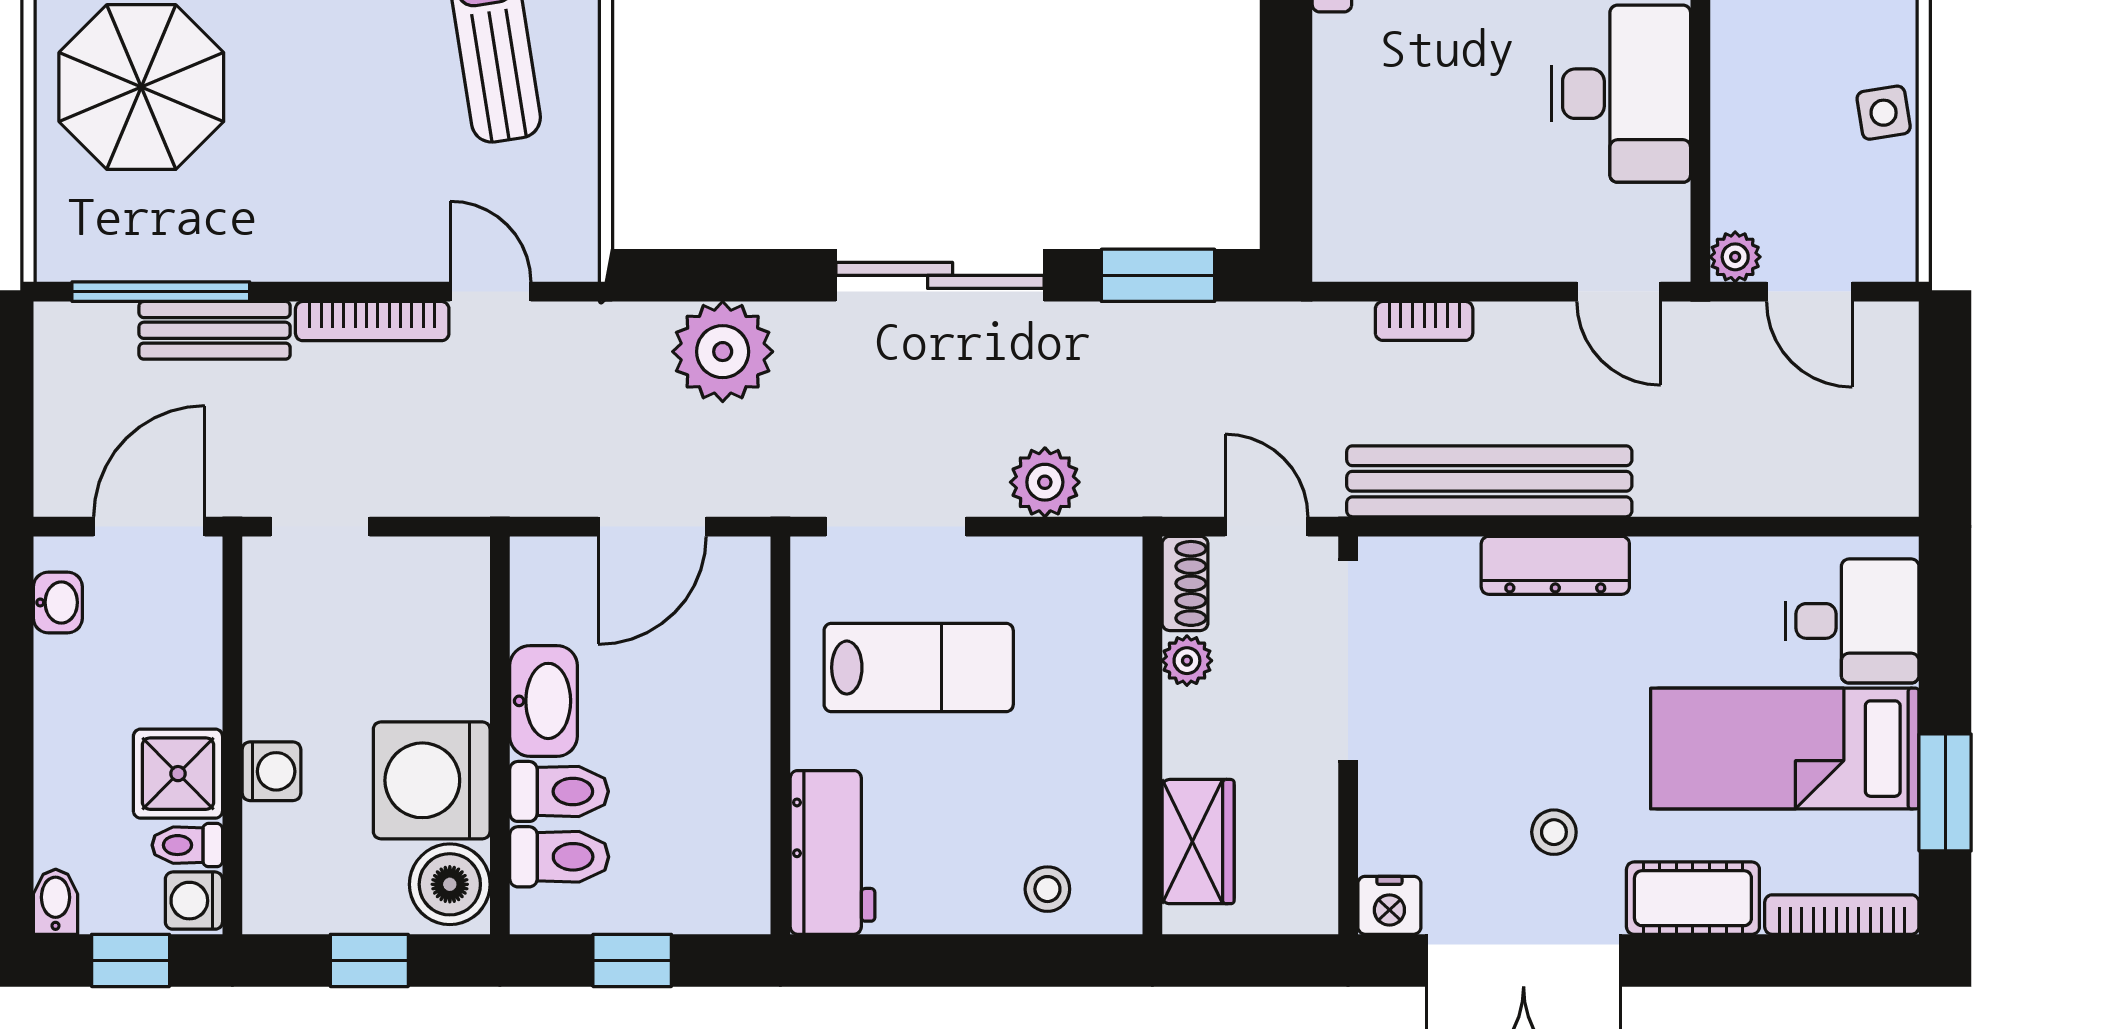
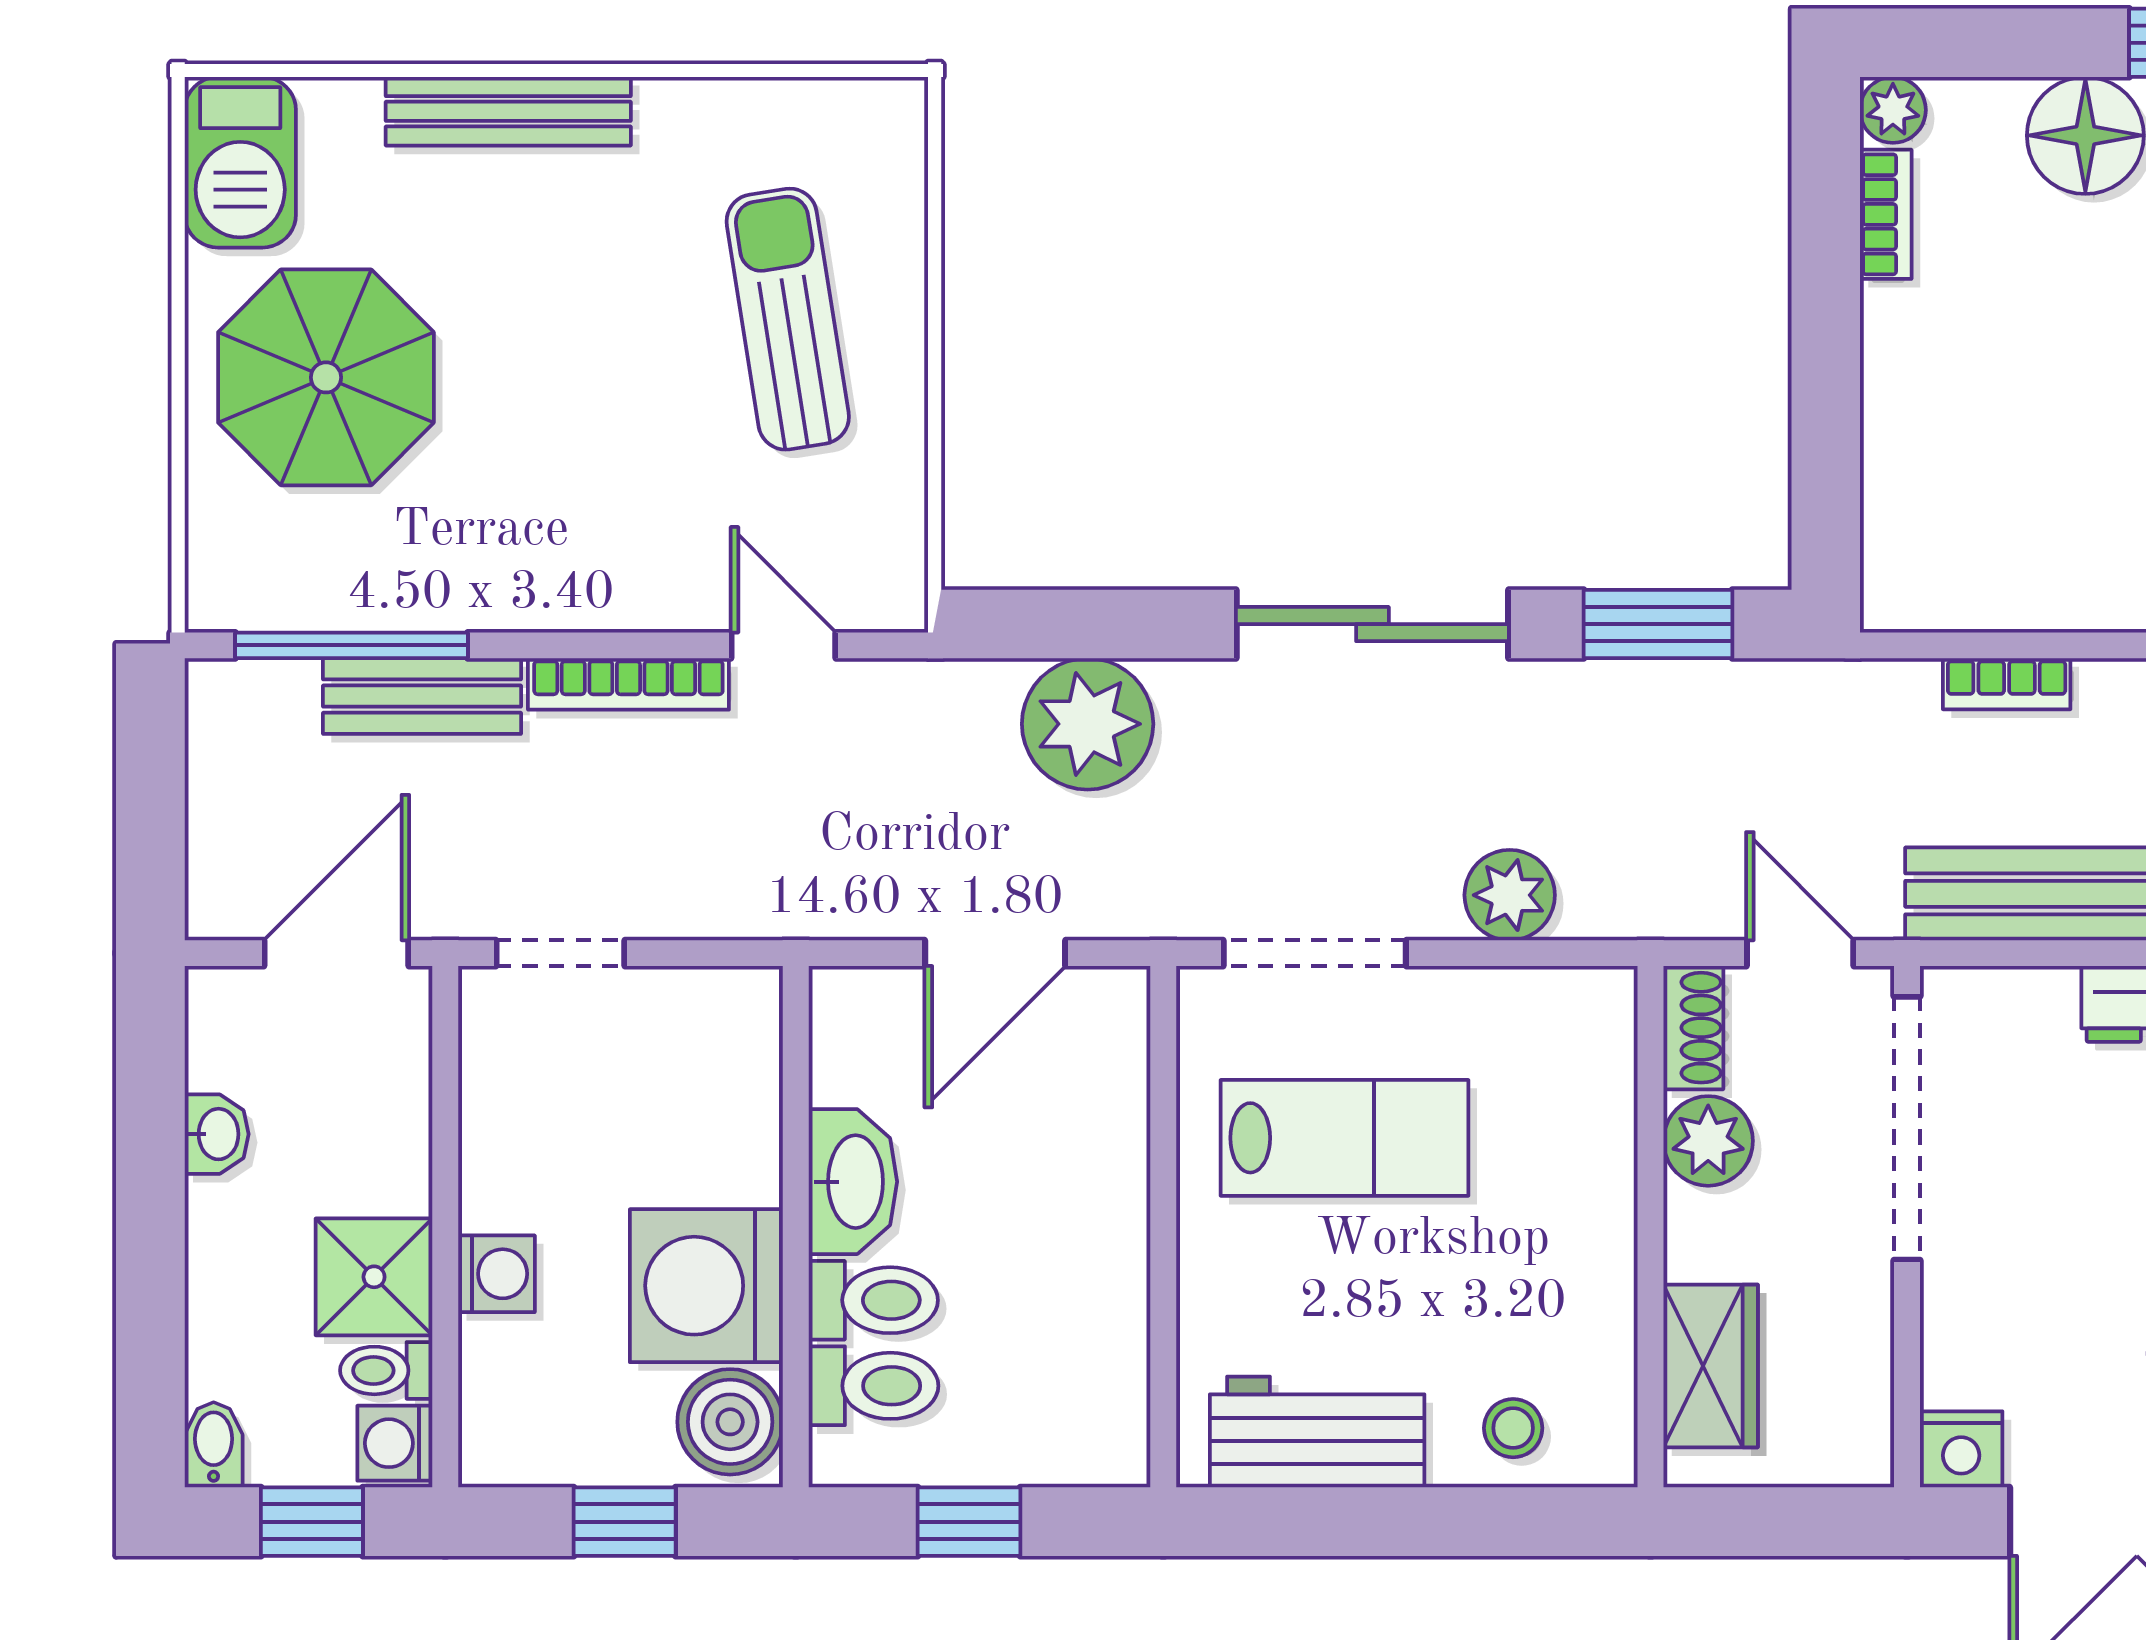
washbasin: (58, 602) -> (217, 1134), moved
plant: (1187, 661) -> (1708, 1141), width x1.38, depth x1.38
workbench: (833, 852) -> (1317, 1432), moved, turned -90

